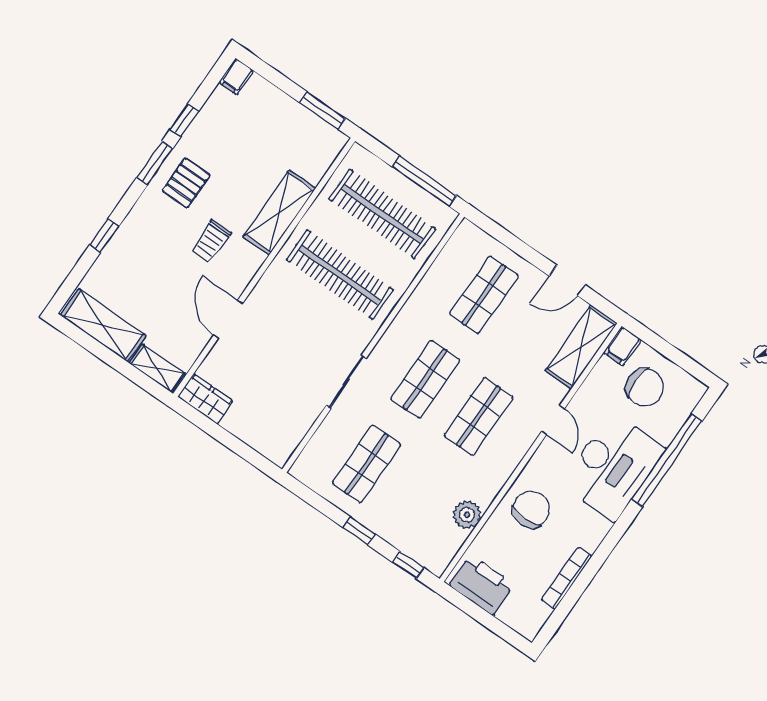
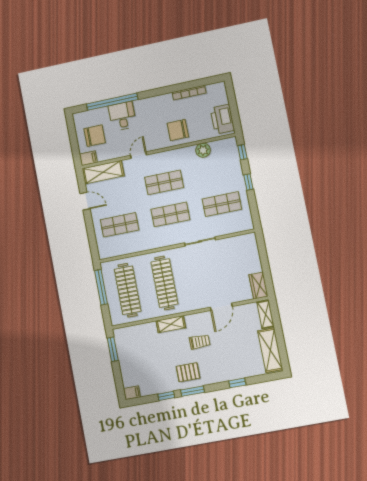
shelving: (279, 213) -> (171, 324), width x0.67, depth x0.75
chair: (645, 387) -> (95, 136), turned 90
desk: (613, 467) -> (122, 116), width x0.53, depth x0.77

